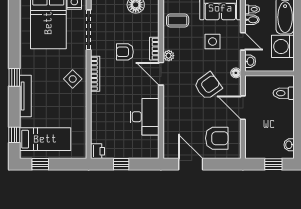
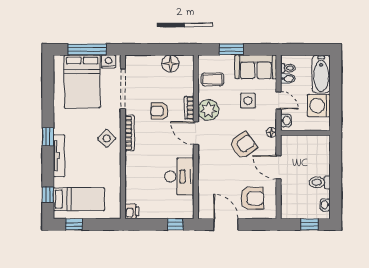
plant: (169, 56) -> (208, 110), width x1.88, depth x1.88
toilet: (284, 93) -> (320, 182), moved
window: (121, 164) -> (175, 224), moved

